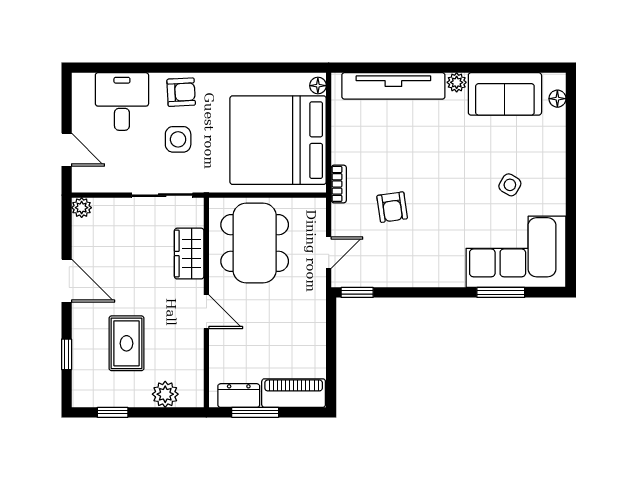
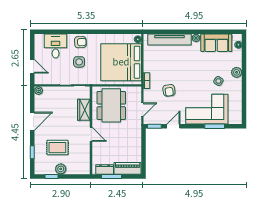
plant: (553, 164) -> (237, 72), added
corner sofa: (516, 252) -> (207, 109), moved
door: (67, 281) -> (32, 121), hinge flipped
door: (403, 292) -> (173, 126), added
rug: (127, 343) -> (57, 148), turned 90
plant: (165, 394) -> (61, 169), moved

